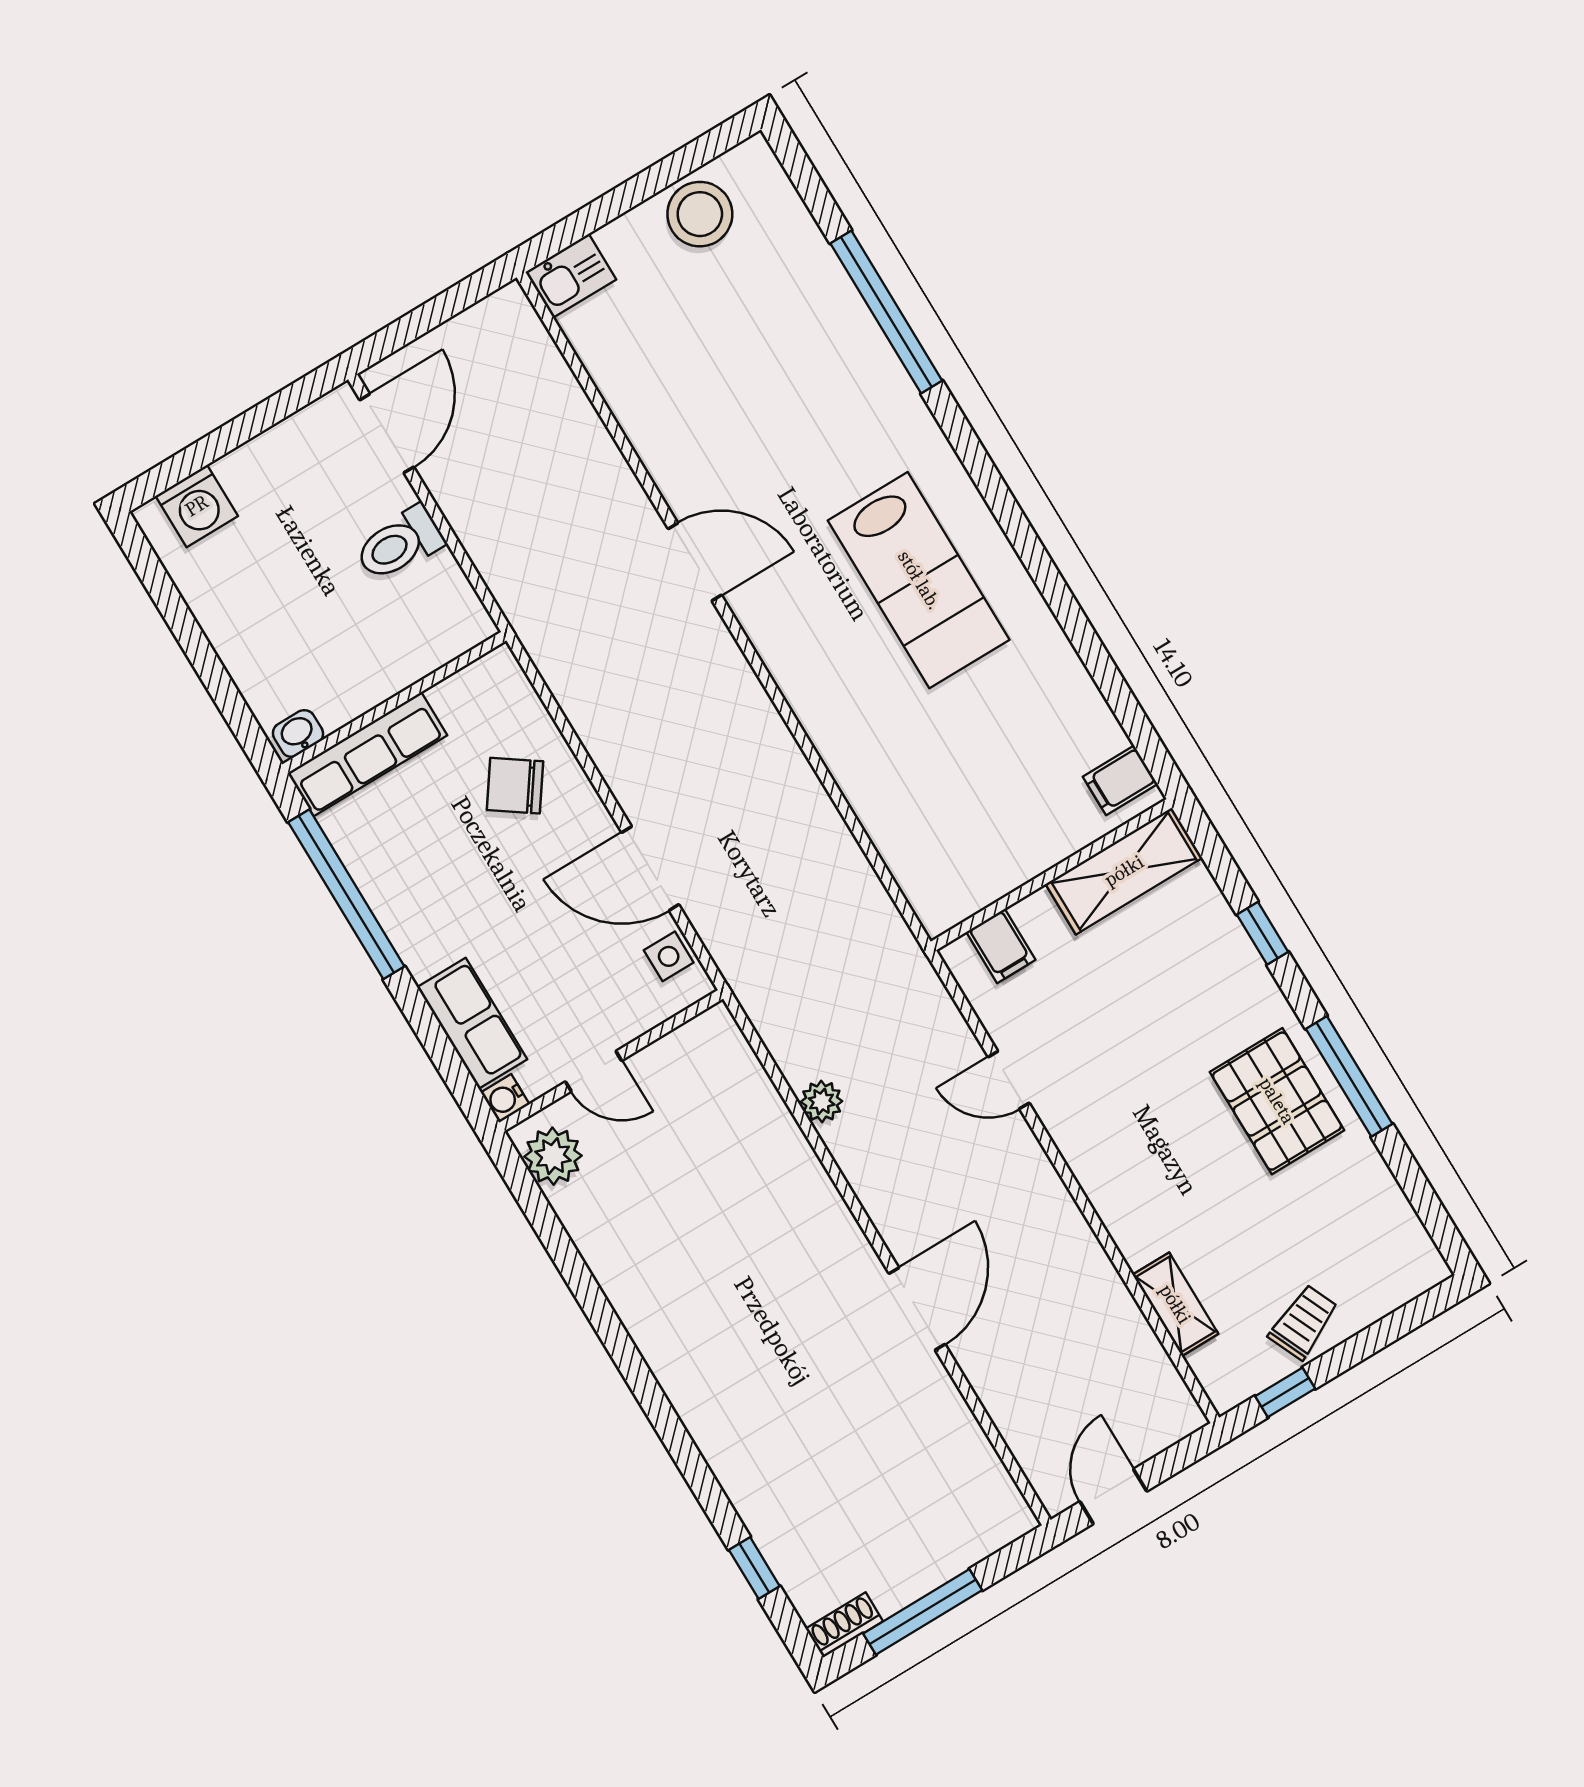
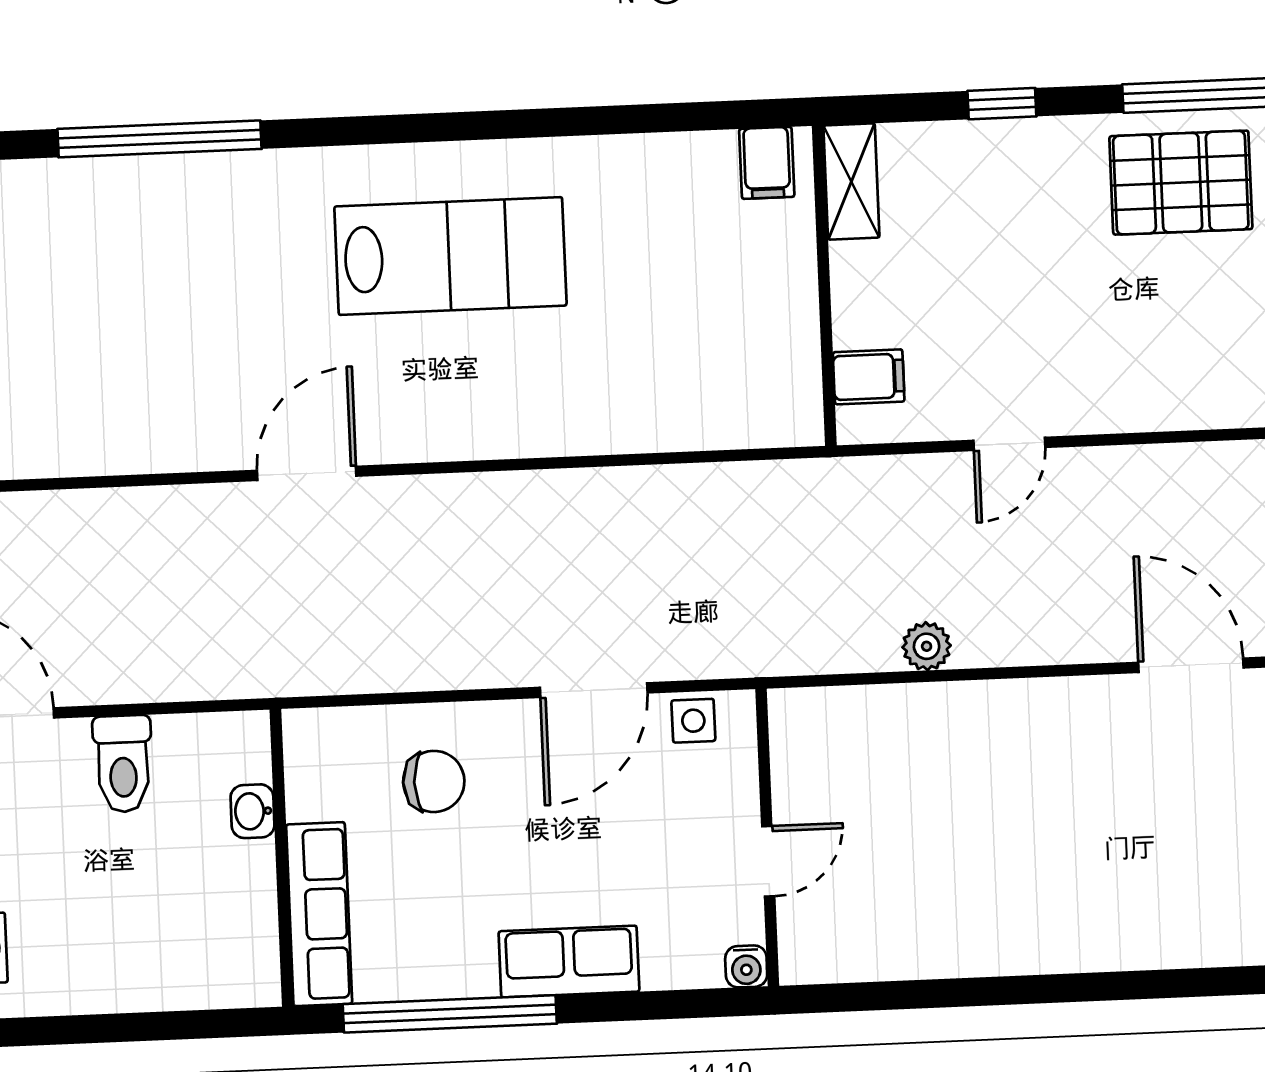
washbasin: (298, 733) -> (253, 811), moved
chair: (515, 786) -> (434, 781), turned -125
shelving: (1124, 871) -> (851, 182), width x0.67, depth x0.75
row of seats: (472, 1023) -> (569, 961), moved
plant: (553, 1156) -> (832, 950), removed

